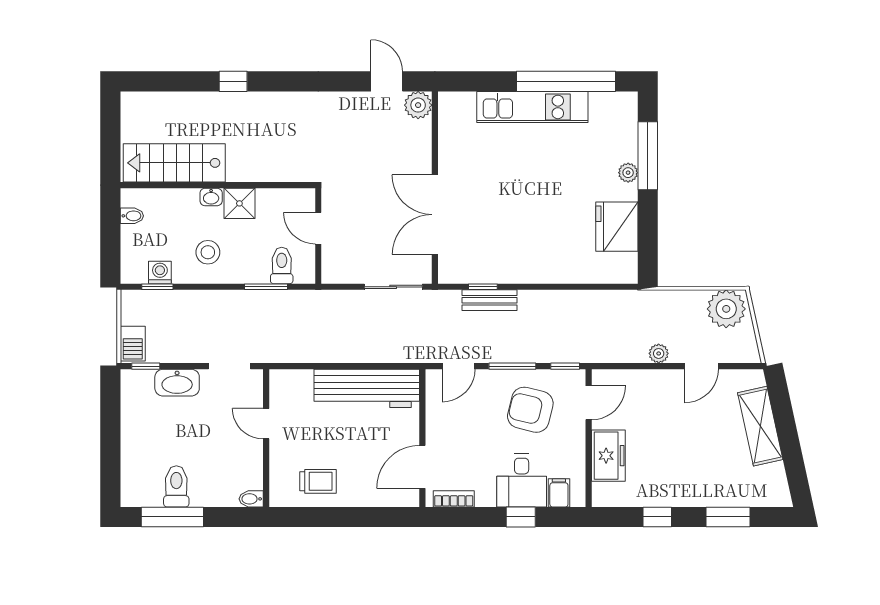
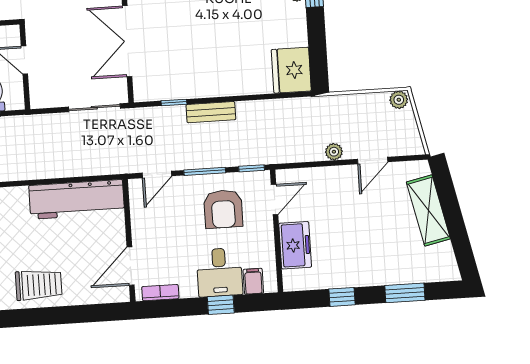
fridge: (617, 227) -> (291, 70), moved
bench: (490, 300) -> (211, 112), moved
plant: (726, 309) -> (399, 100), width x0.53, depth x0.53
armchair: (530, 410) -> (223, 209), turned -104
trolley: (318, 481) -> (39, 285), width x1.36, depth x1.39

